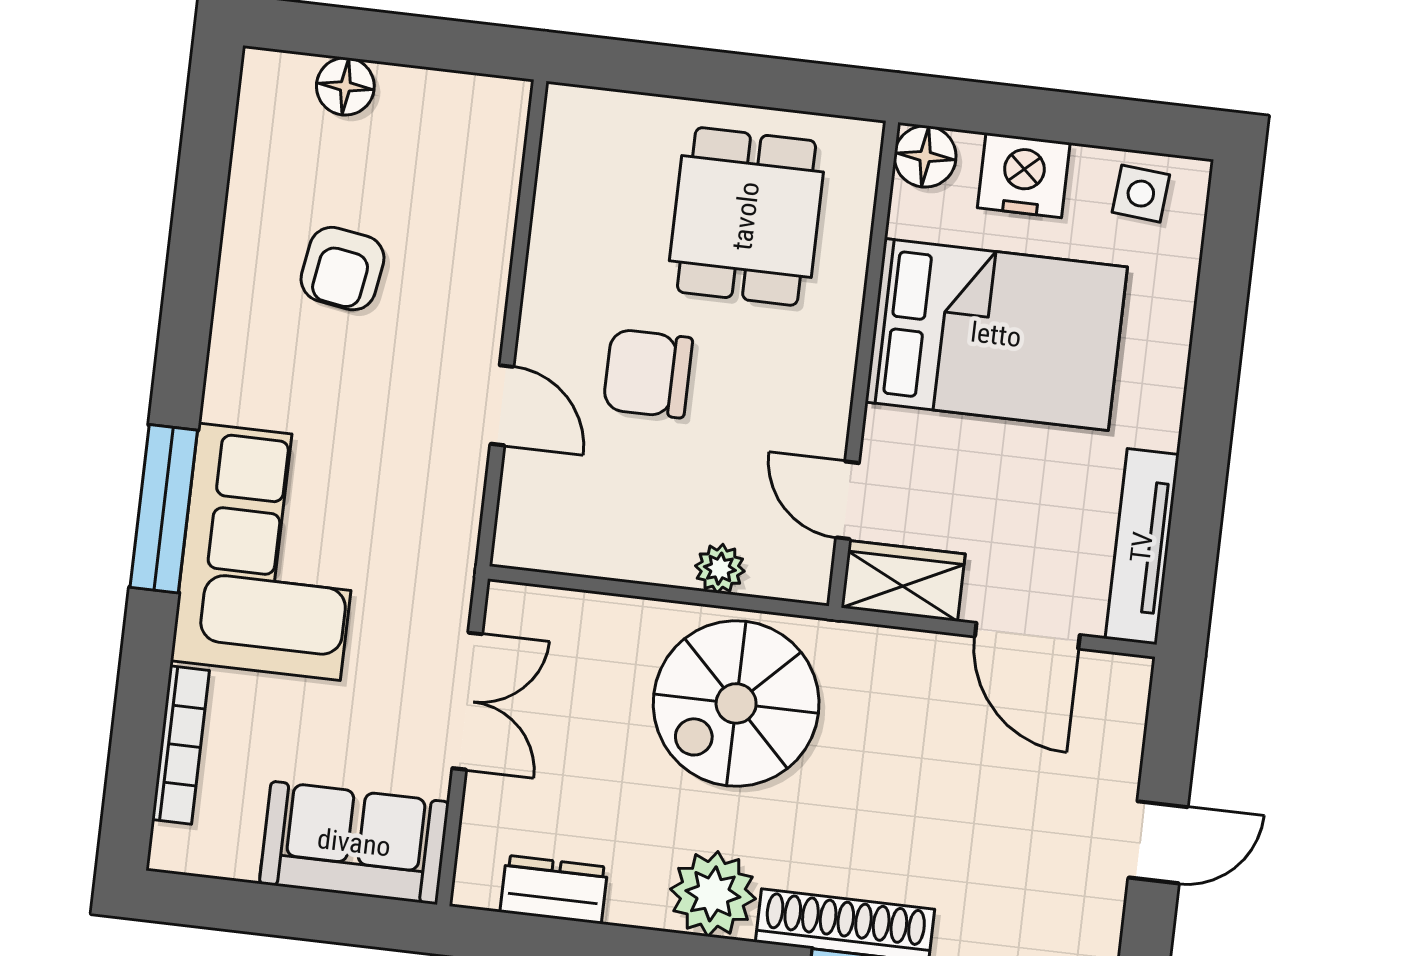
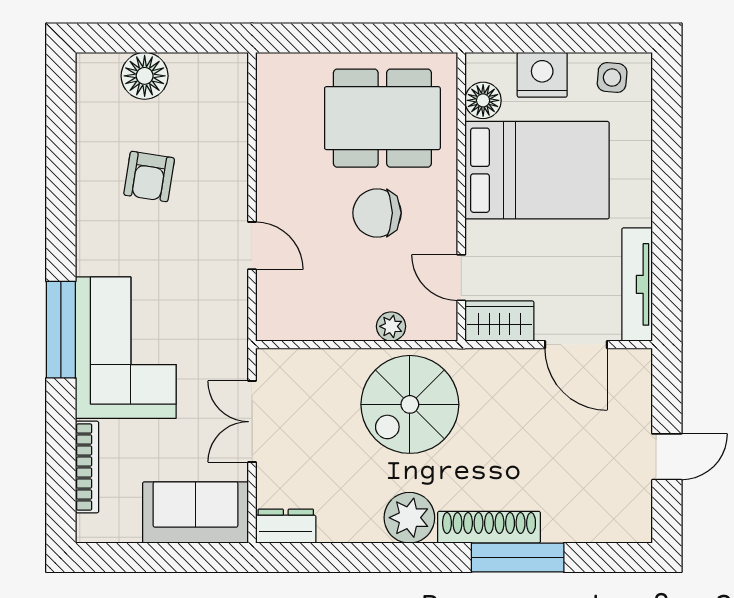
floor lamp: (345, 86) -> (145, 76), width x1.38, depth x1.38
floor lamp: (925, 156) -> (483, 100), moved
dining table: (746, 216) -> (382, 118), width x1.38
chair: (648, 373) -> (377, 213), moved
double door: (467, 701) -> (252, 422), swing flipped
dresser: (554, 890) -> (286, 526), moved

